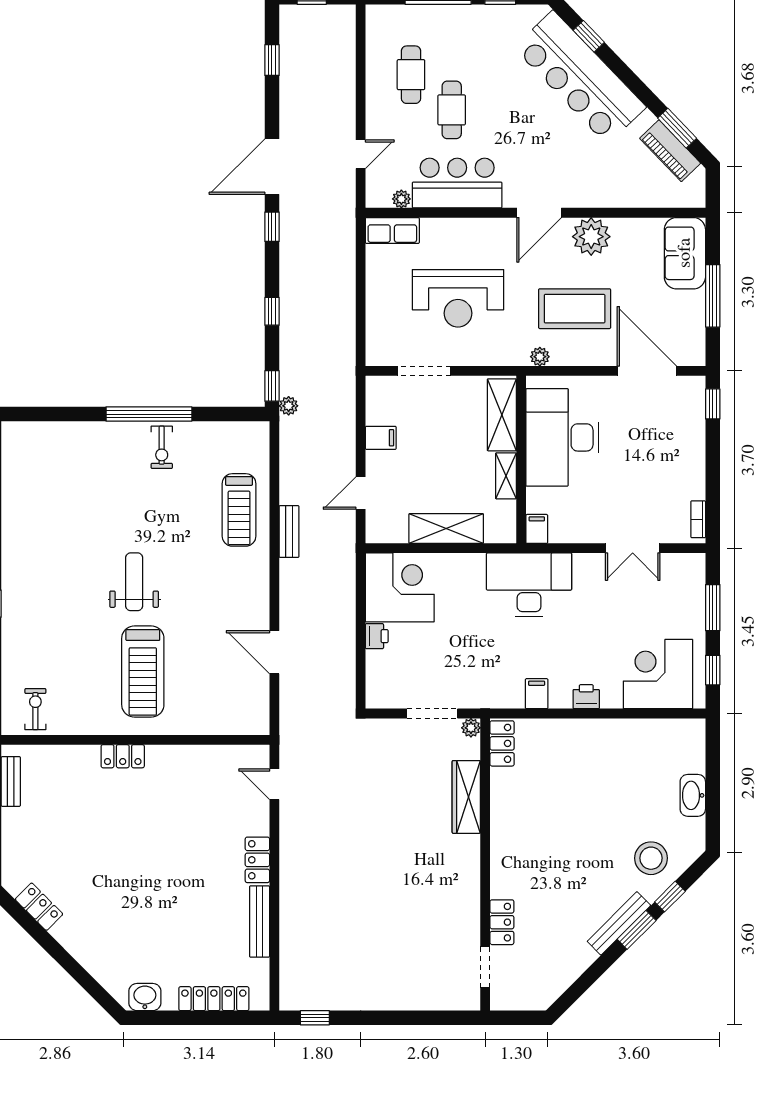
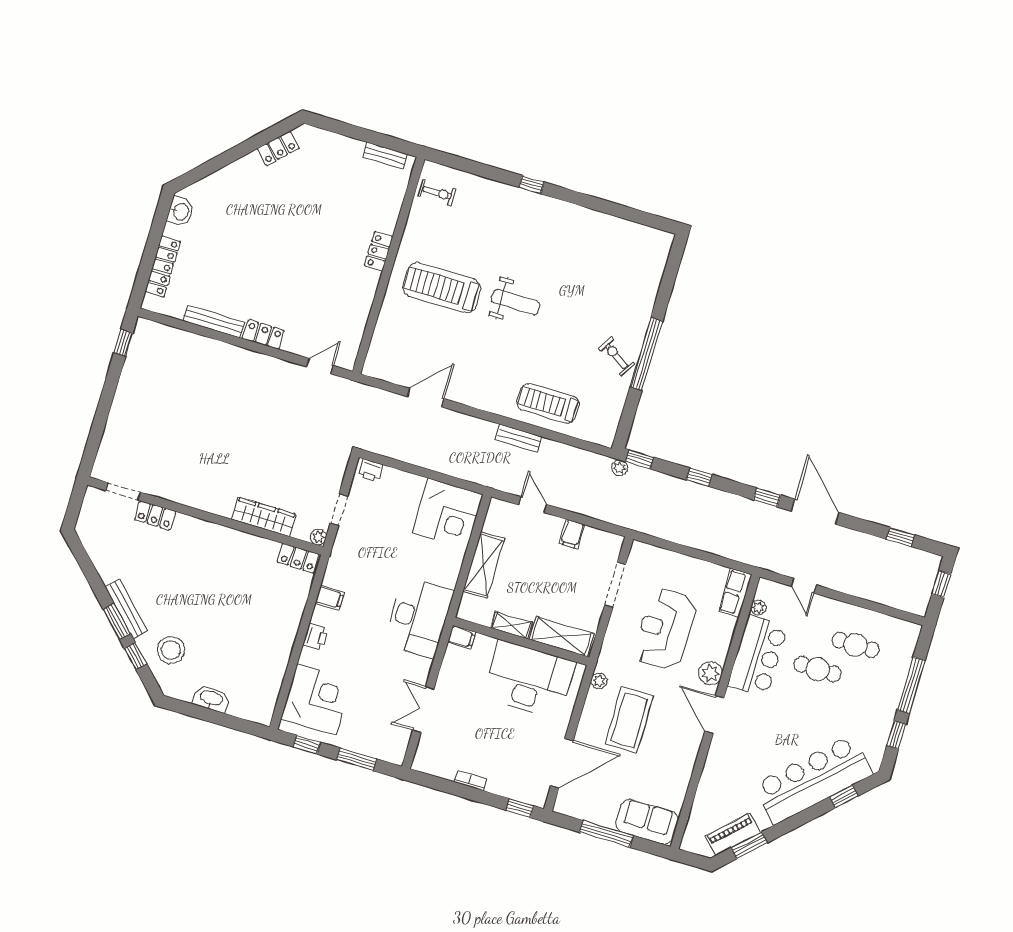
plant: (591, 237) -> (710, 673), moved, width x0.73, depth x0.73
exercise bike: (162, 447) -> (617, 356), turned 33
bookcase: (698, 519) -> (470, 781), moved
printer: (377, 636) -> (371, 470), moved
doorway: (432, 714) -> (339, 510), width x0.73

